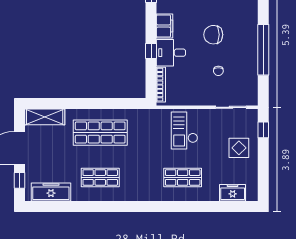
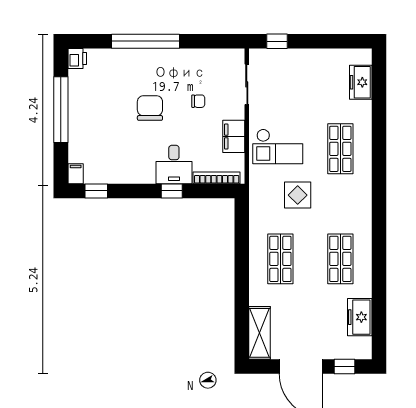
filing cabinet: (165, 26) -> (234, 136), moved, turned -90
chair: (213, 35) -> (150, 108), turned 180
window: (263, 50) -> (146, 41), moved
shop shelf: (100, 133) -> (280, 259), width x0.70, depth x0.74
display table: (239, 148) -> (298, 195), moved
freezer: (51, 192) -> (360, 317), width x0.71

